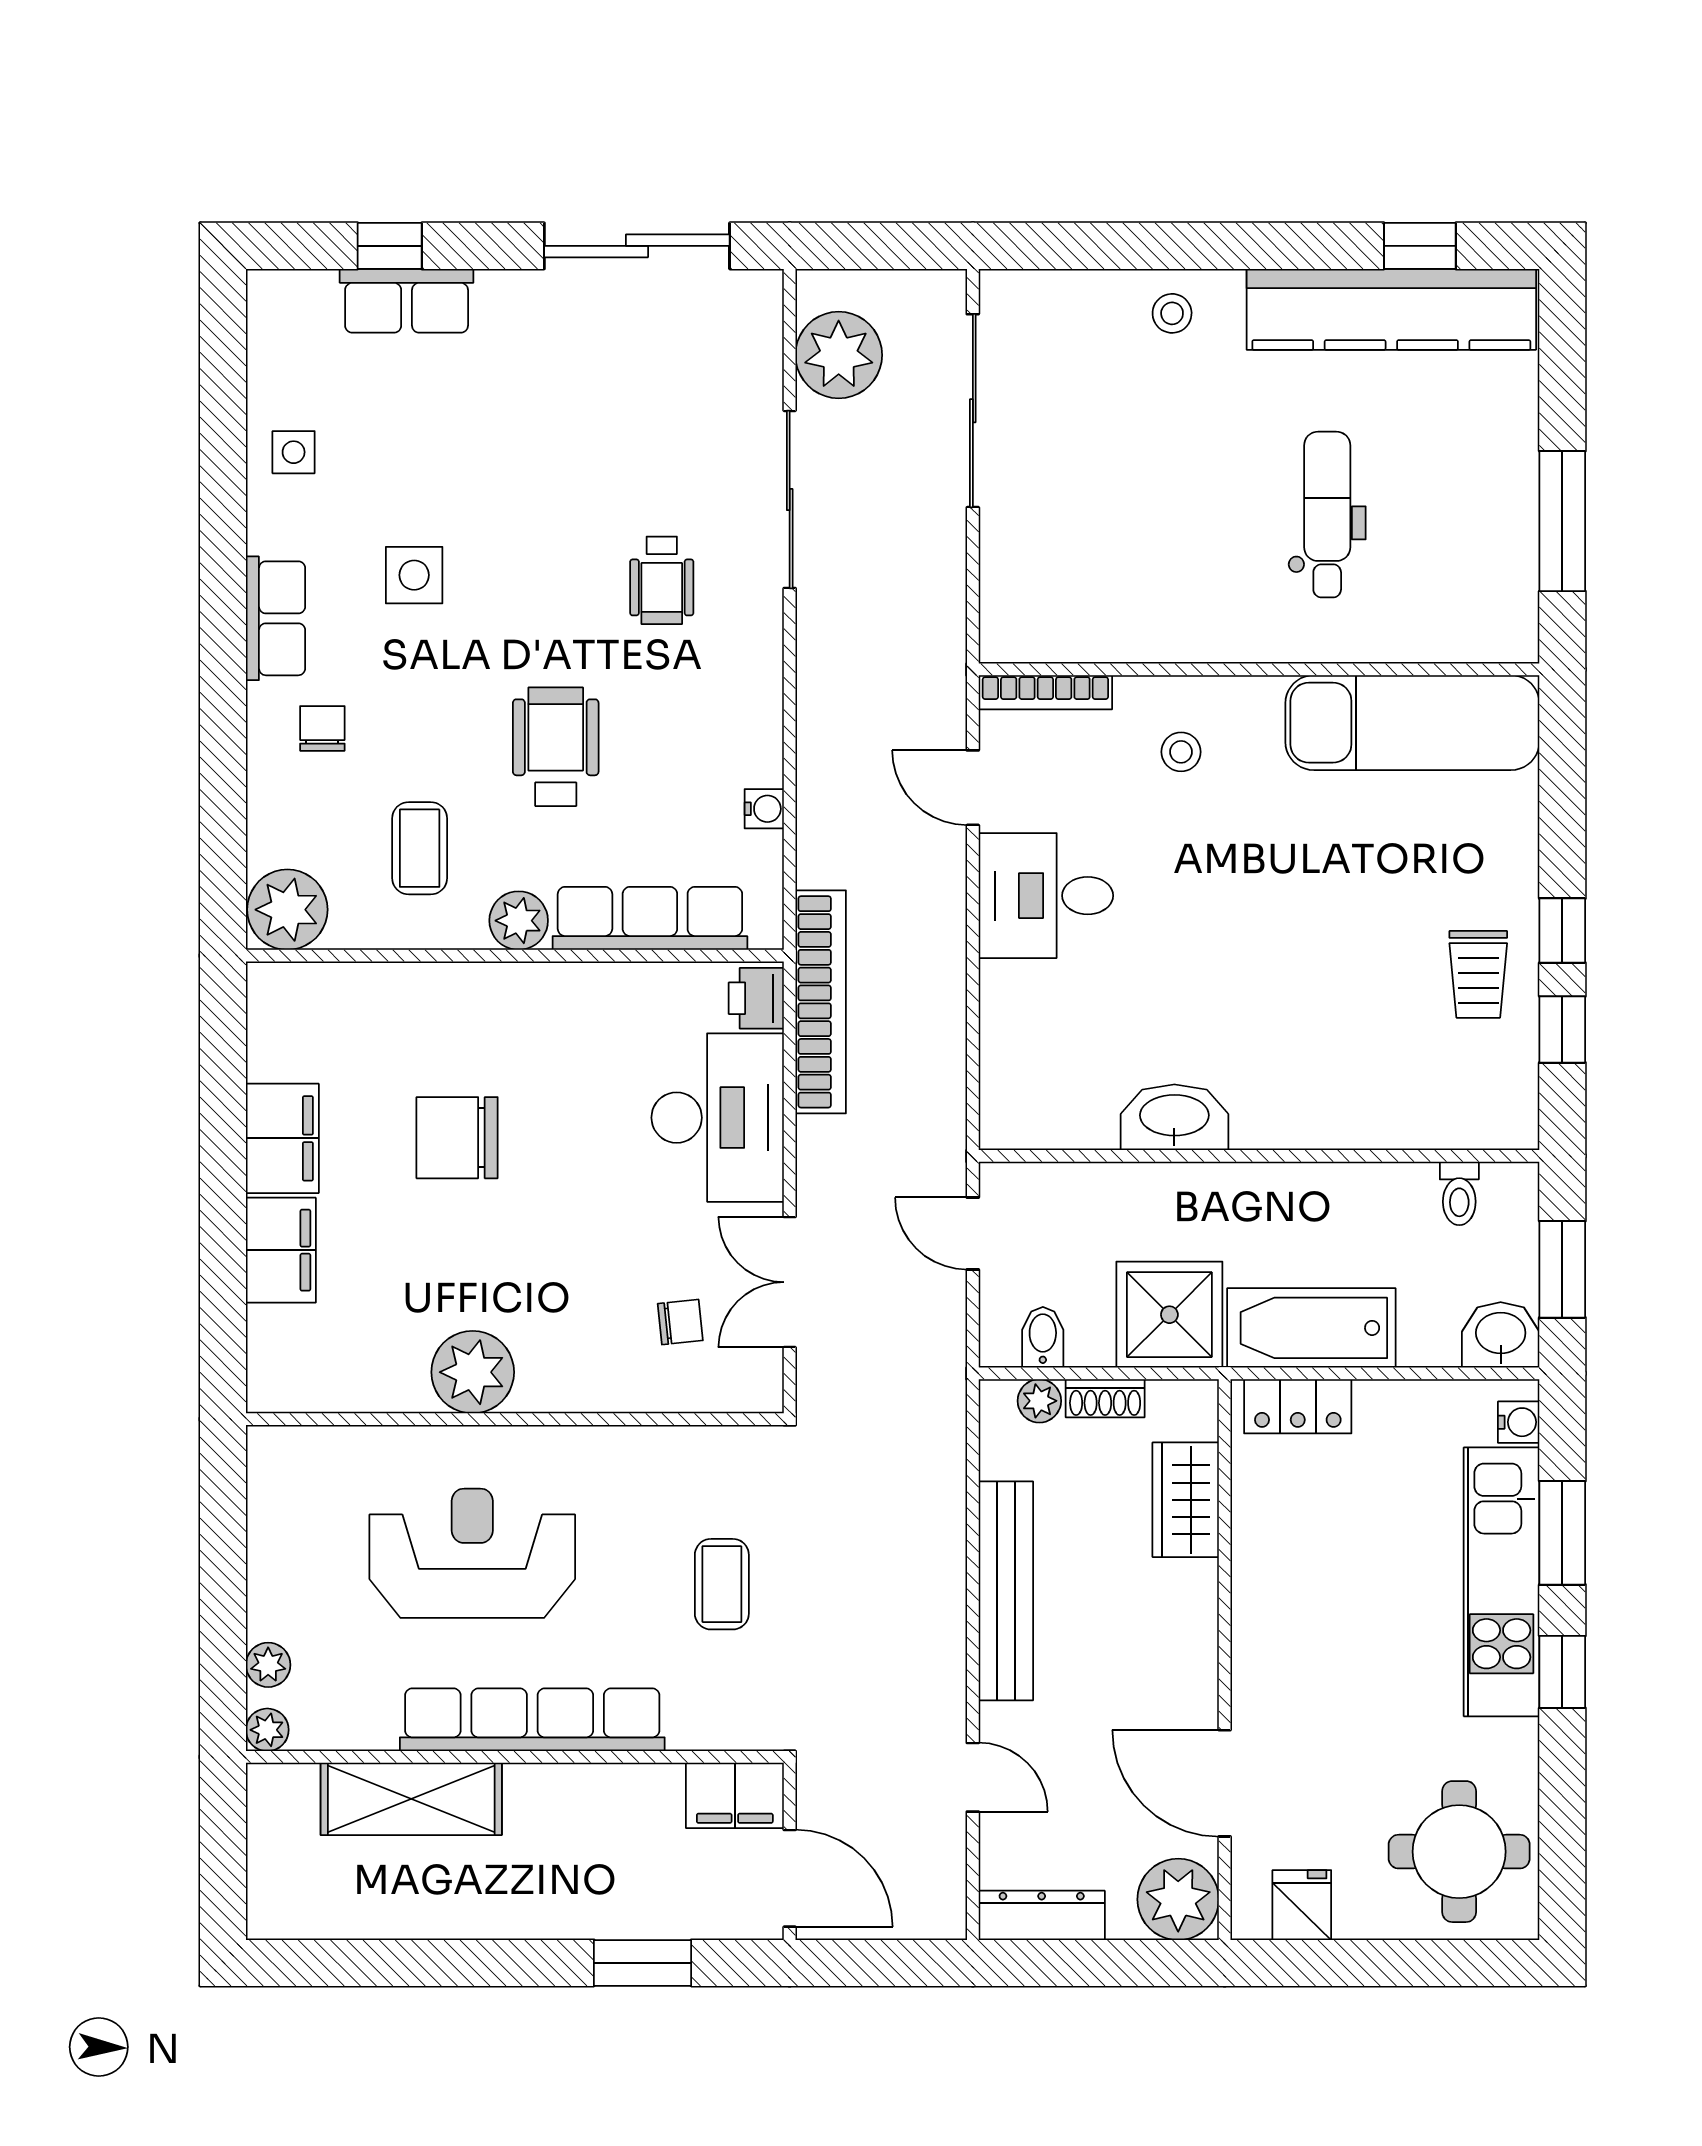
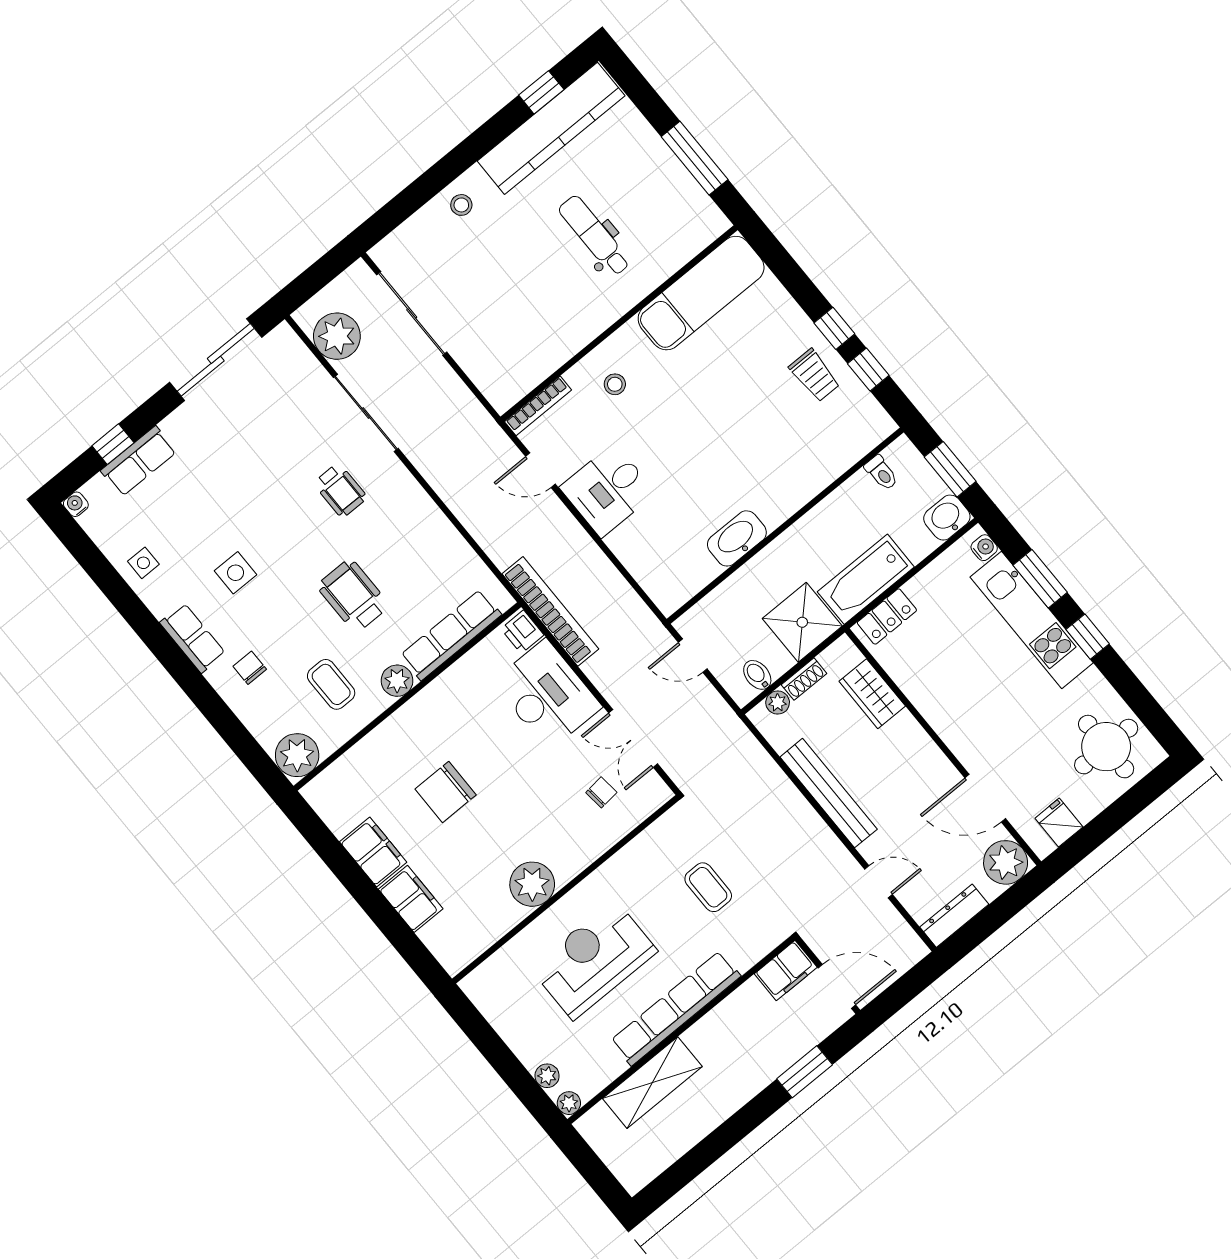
water cooler: (764, 809) -> (76, 504), moved, turned -90

